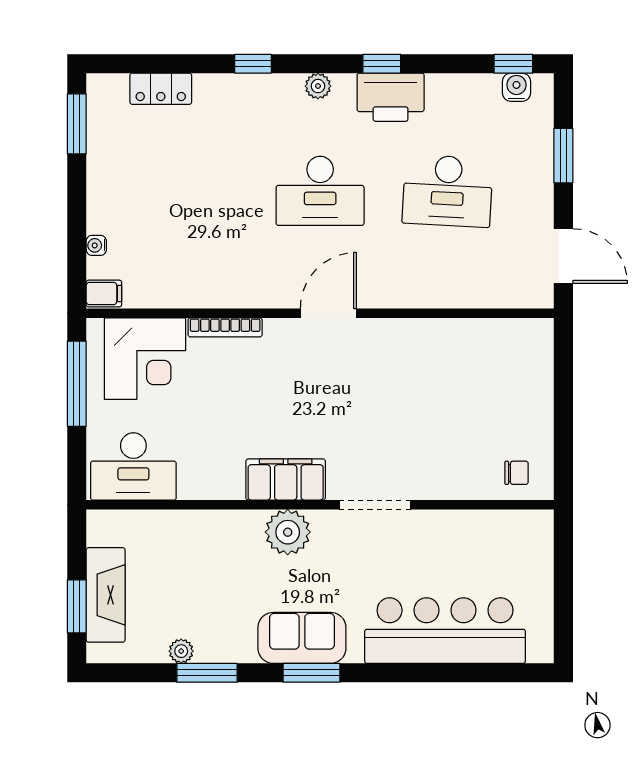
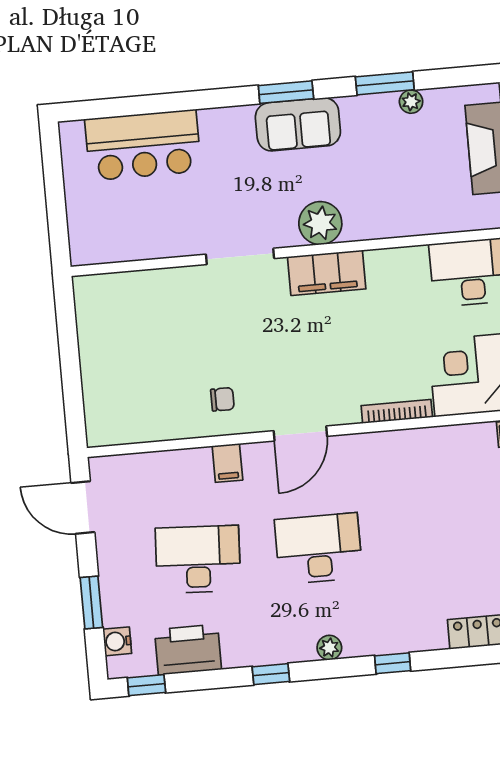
water cooler: (516, 87) -> (117, 641), moved, turned 90
printer: (391, 97) -> (188, 650), moved
filing cabinet: (408, 289) -> (227, 463), added
chair: (517, 473) -> (222, 399), moved, turned 180
bar counter: (445, 631) -> (143, 145), width x0.73

